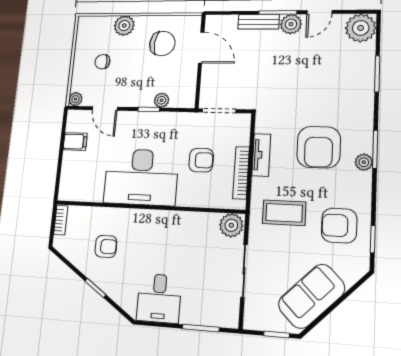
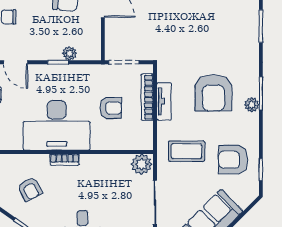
bookcase: (241, 173) -> (147, 97), moved
bookcase: (146, 216) -> (65, 160), added
armchair: (106, 246) -> (30, 189), turned 63

